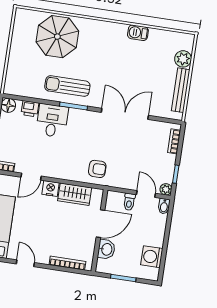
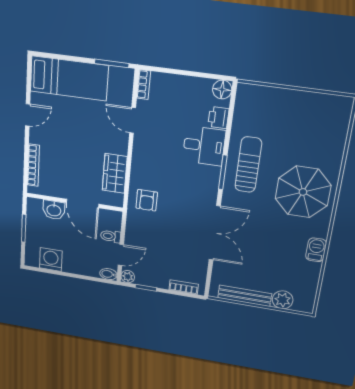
parasol: (57, 37) -> (303, 192), moved
nightstand: (50, 189) -> (120, 145), removed

